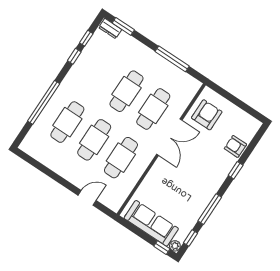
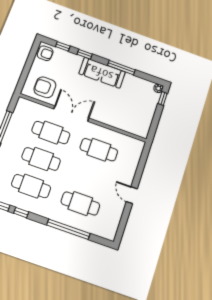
cafe table: (94, 140) -> (31, 186), moved
armchair: (235, 146) -> (45, 53), moved, turned -90
door: (87, 198) -> (132, 195), moved
sofa: (151, 223) -> (102, 73), moved, turned -90
window: (191, 238) -> (63, 46), moved

